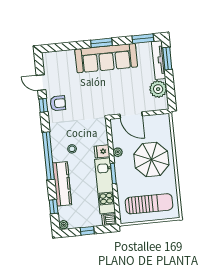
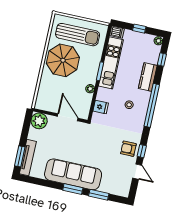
window: (143, 39) -> (99, 195), moved
plant: (158, 89) -> (39, 121), moved
fridge: (102, 151) -> (101, 107), moved
parasol: (151, 160) -> (63, 60), moved
kitchen counter: (62, 184) -> (148, 77), width x0.67
sun lounger: (149, 204) -> (78, 35), turned 180

